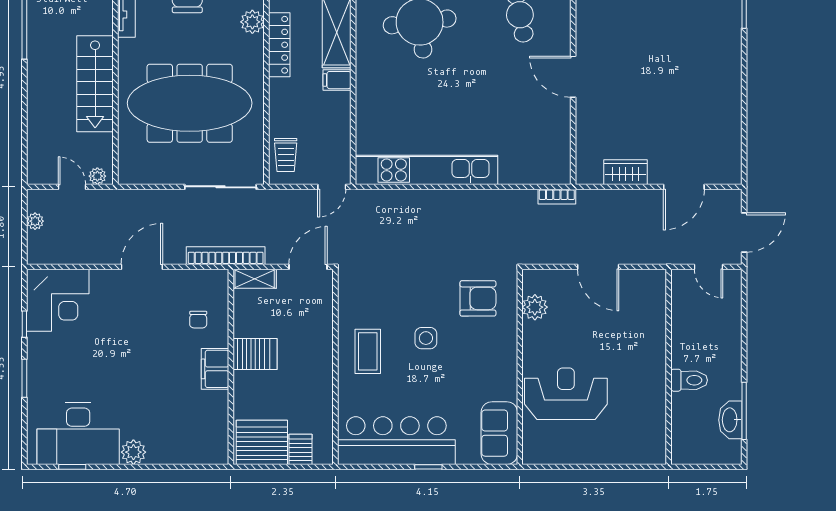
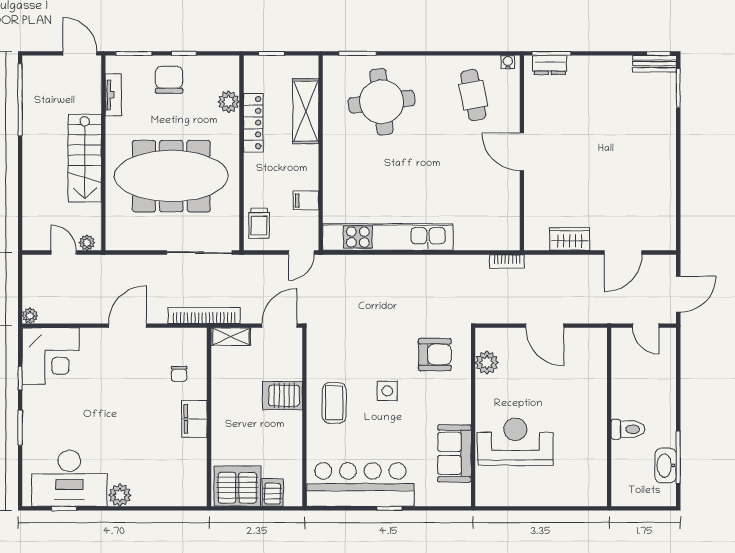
filing cabinet: (337, 80) -> (306, 201), moved
plant: (35, 221) -> (30, 316), moved
server rack: (255, 354) -> (282, 396), moved, turned 180
sofa: (499, 433) -> (454, 453), moved

